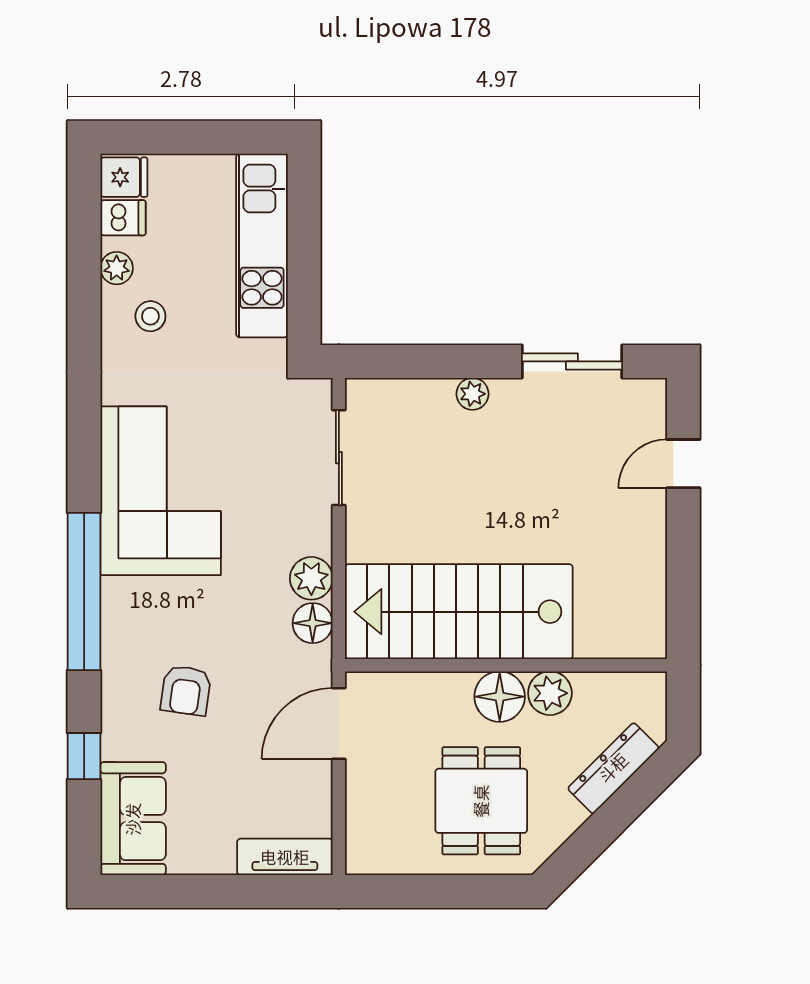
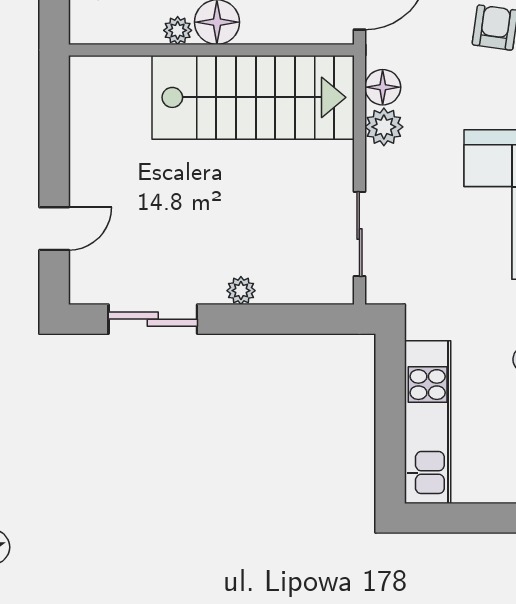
plant: (550, 693) -> (178, 30), width x0.73, depth x0.73

